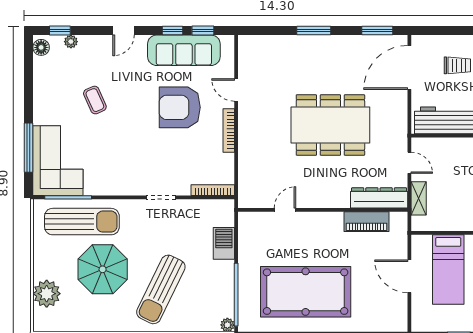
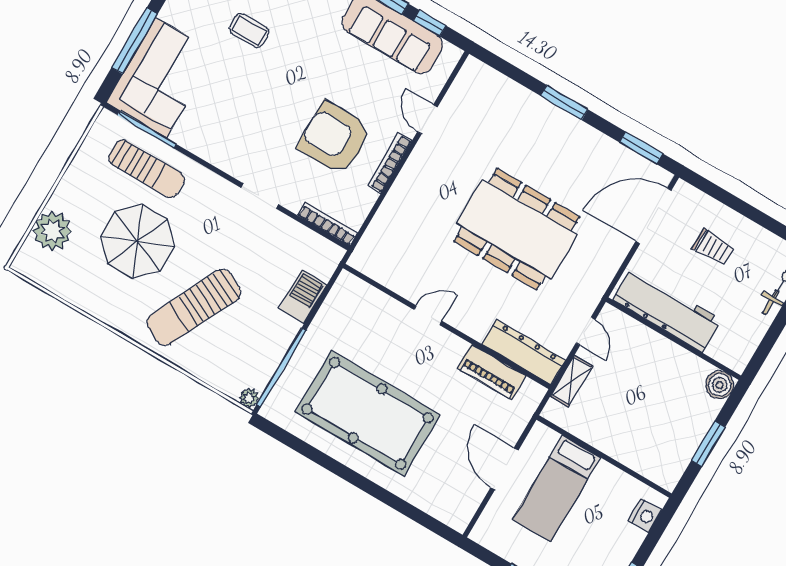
coffee table: (95, 100) -> (249, 31), turned -66
armchair: (180, 107) -> (335, 138), moved
door: (285, 210) -> (428, 315), moved
sun lounger: (82, 222) -> (146, 169), width x0.73, depth x0.75

